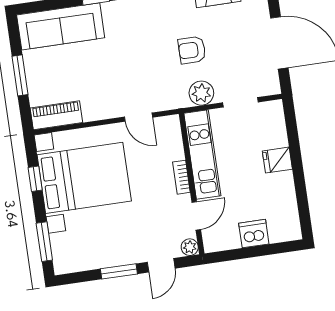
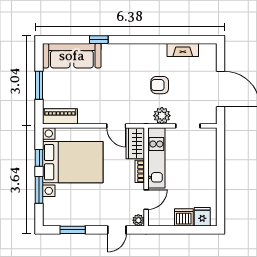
wardrobe: (169, 138) -> (135, 143), added
fridge: (277, 160) -> (202, 217), moved, turned 90
window: (44, 242) -> (39, 190), moved
window: (119, 271) -> (73, 230), moved

